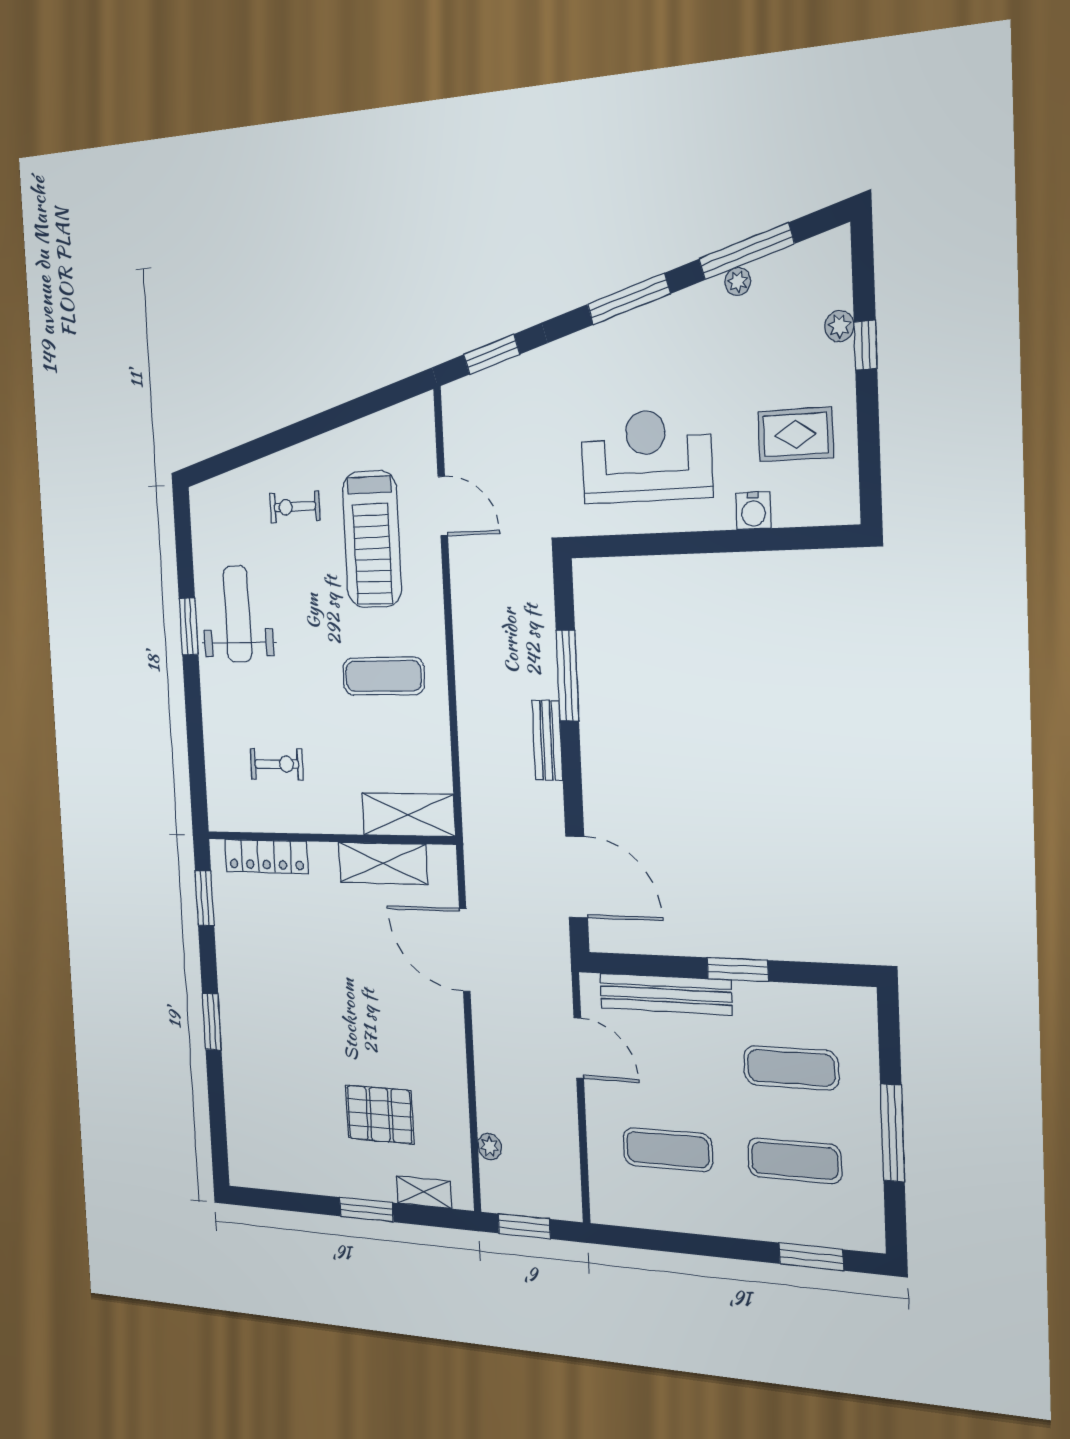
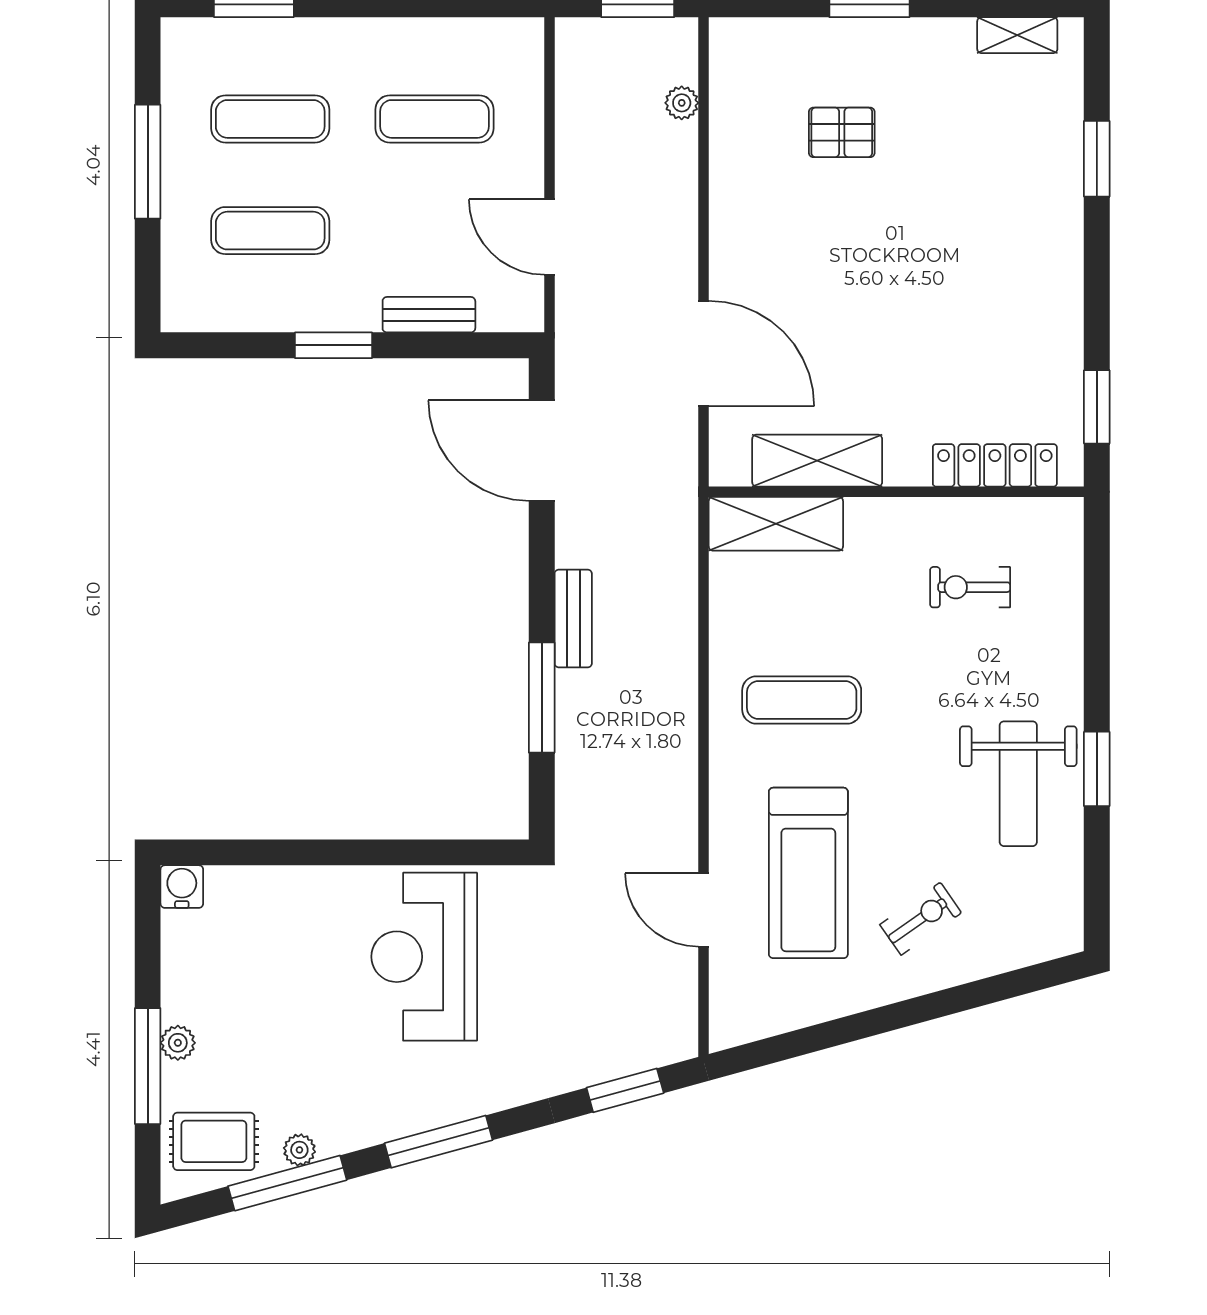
plant: (839, 326) -> (178, 1043), moved
window: (865, 345) -> (148, 1066), width x2.17
rug: (796, 434) -> (214, 1141), moved
reception desk: (646, 456) -> (424, 957), turned 90
exercise bike: (295, 507) -> (921, 919), turned -35
water cooler: (753, 511) -> (182, 887), moved
treadmill: (372, 539) -> (808, 873), turned 180
bench: (665, 994) -> (429, 315), width x0.54, depth x0.82
window: (212, 1022) -> (1097, 159), moved
pallet: (380, 1114) -> (842, 132), width x0.67, depth x0.71
shelving: (424, 1192) -> (1017, 35), moved

